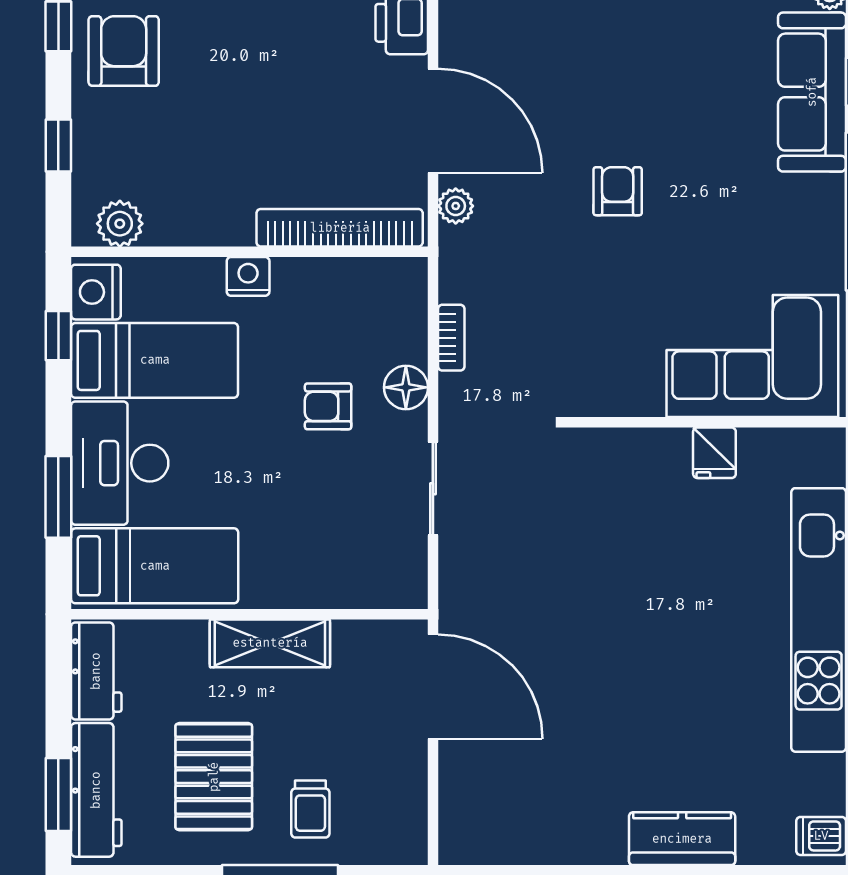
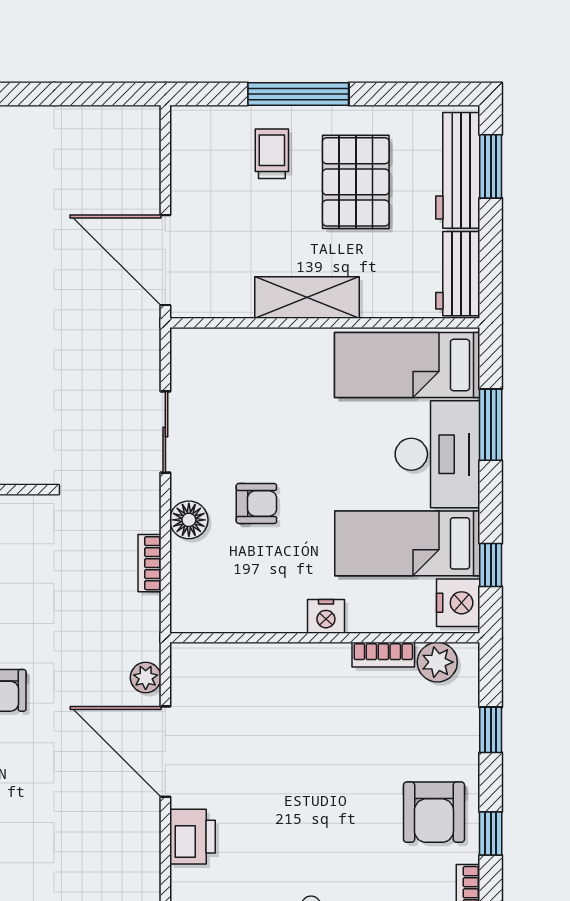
bookcase: (340, 228) -> (383, 655), moved, width x0.43, depth x0.76

